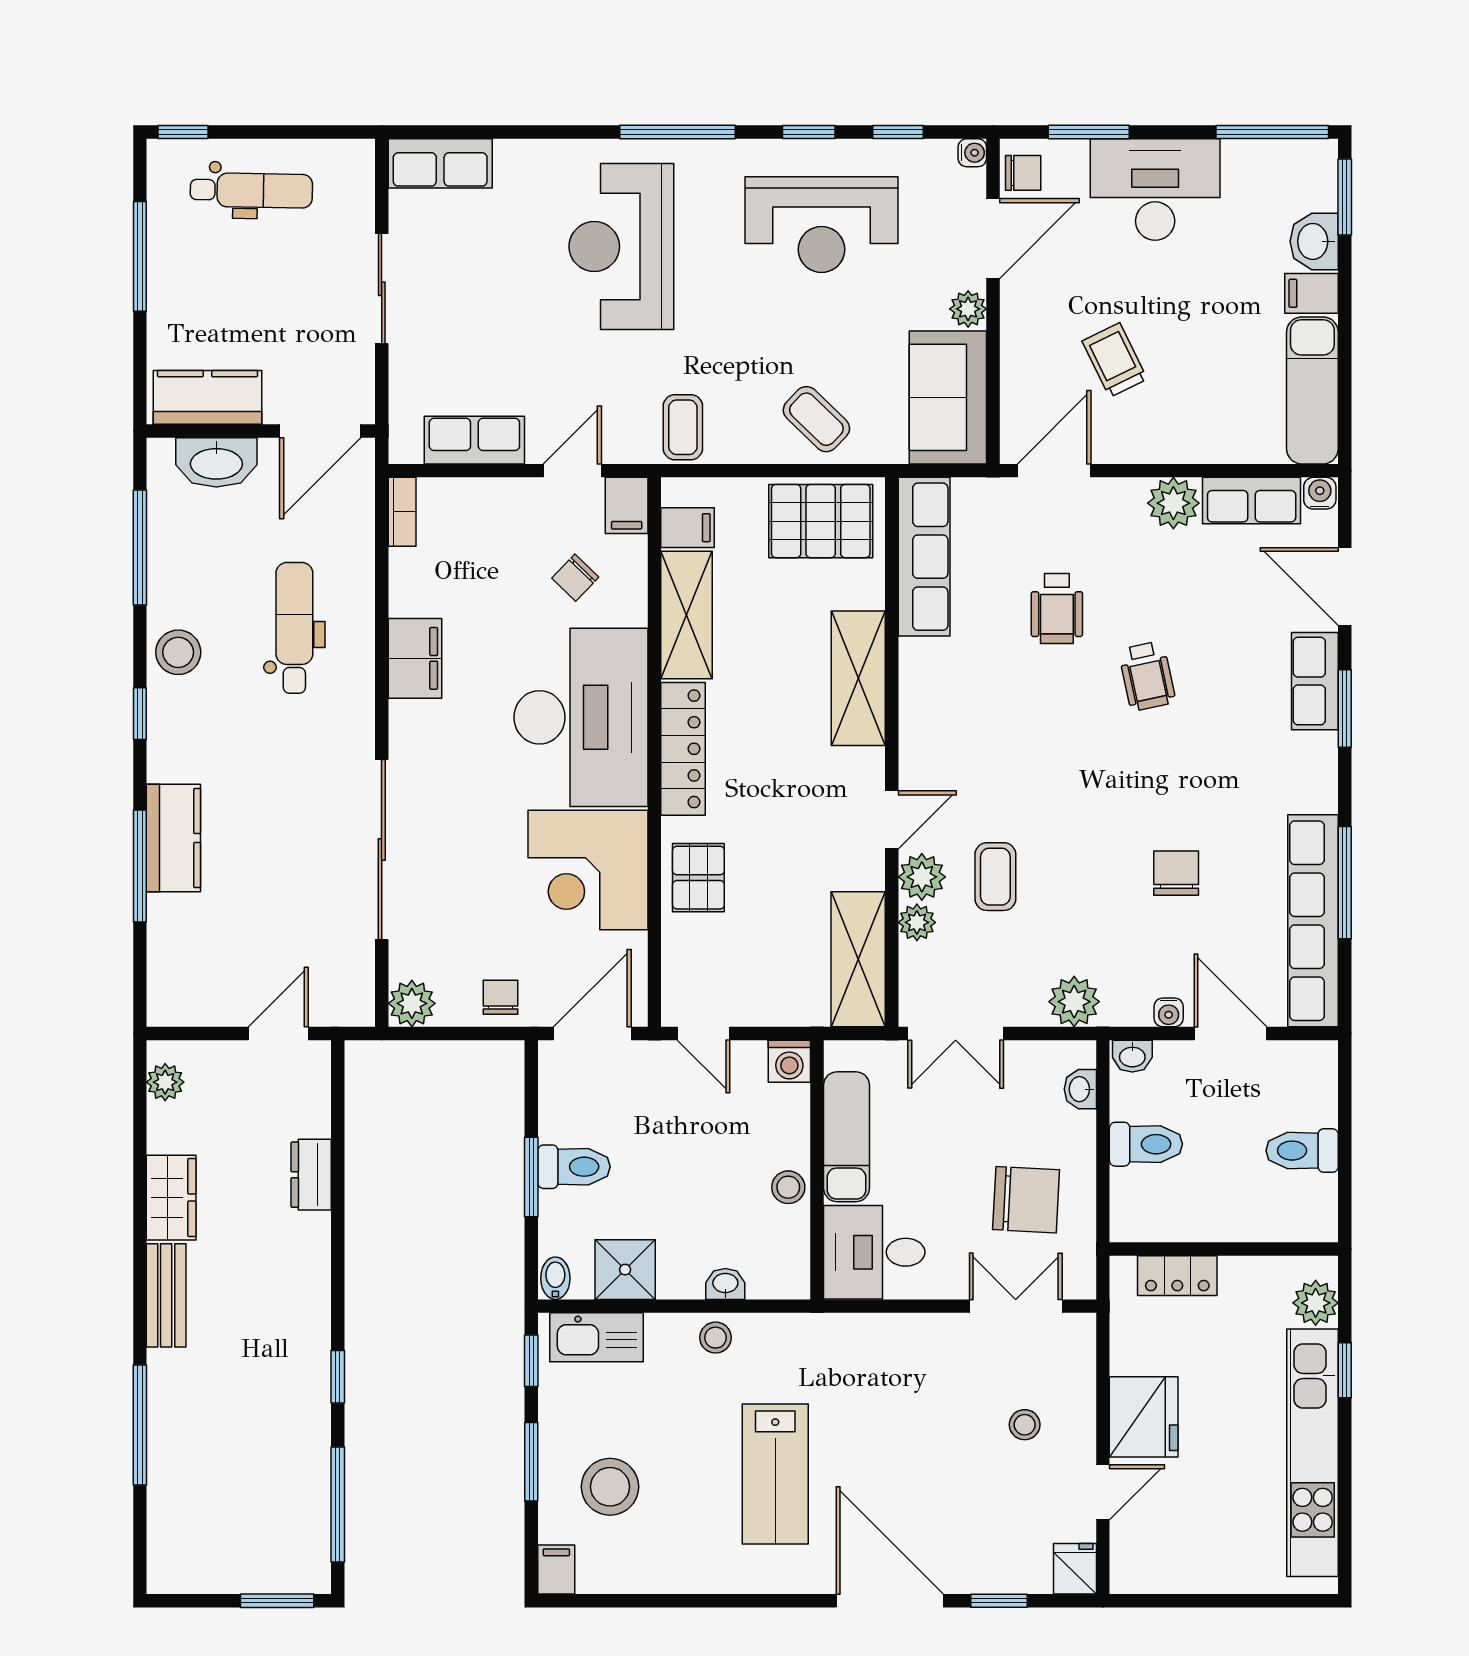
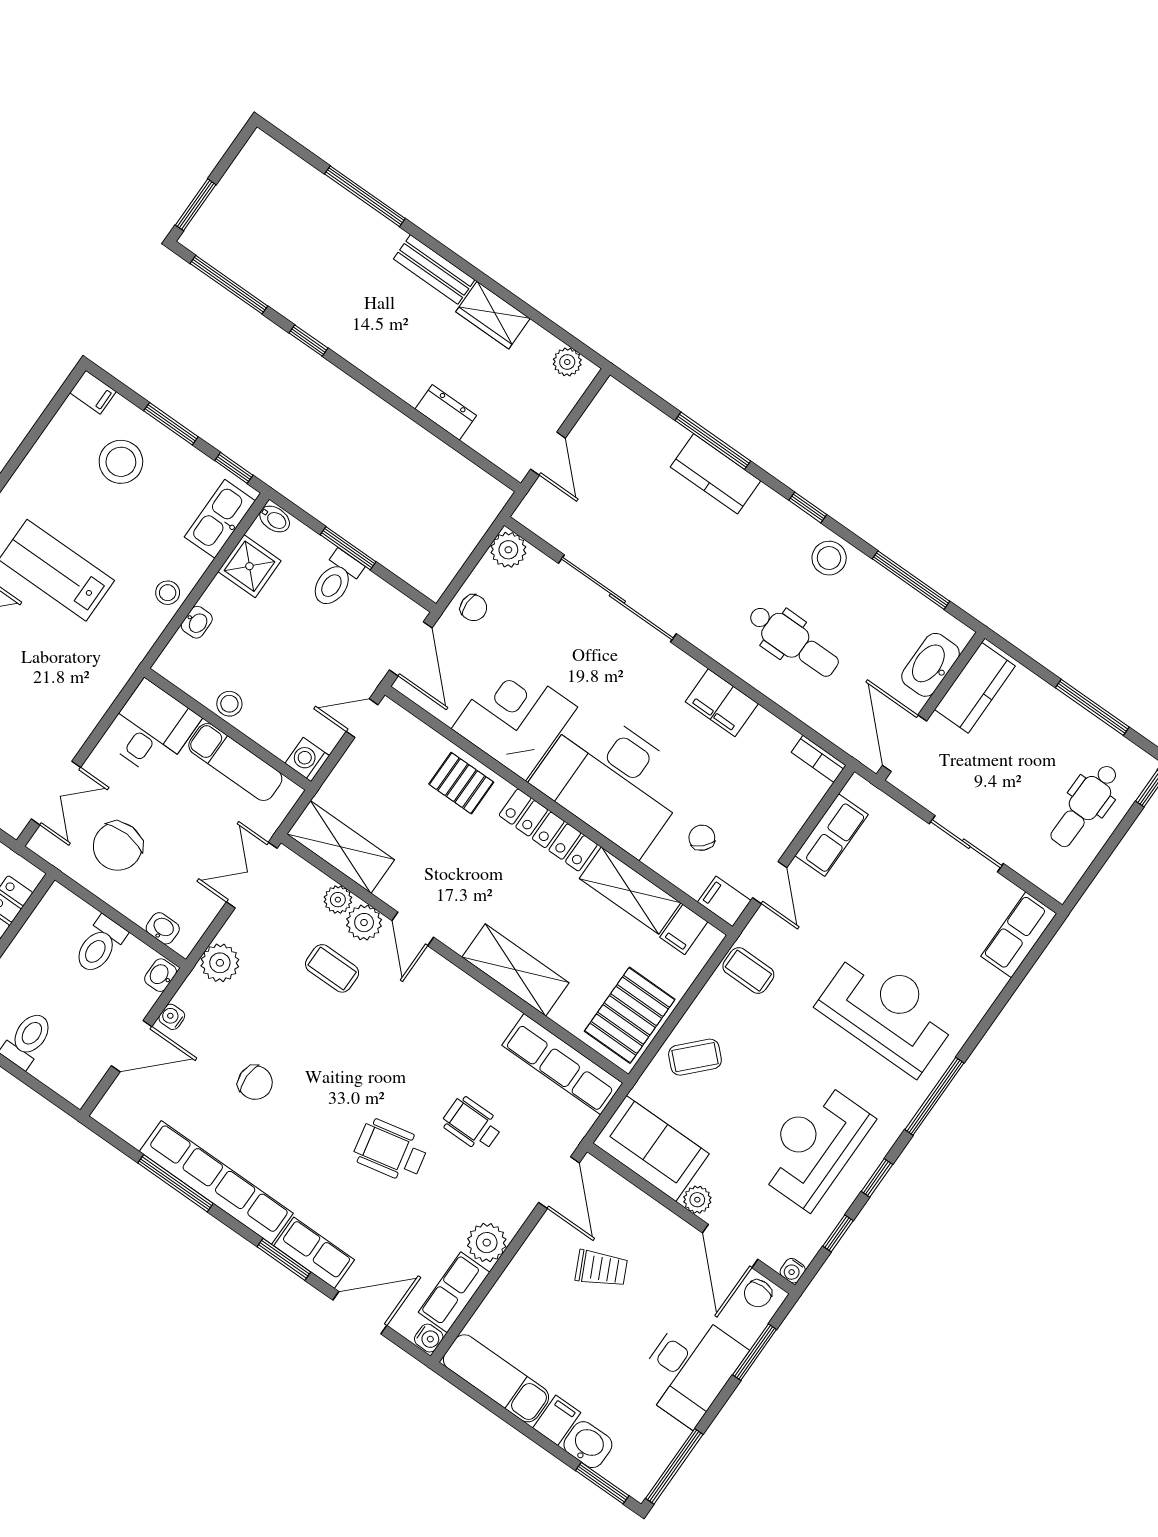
wheelchair: (1147, 676) -> (391, 1151), width x1.36, depth x1.37
row of seats: (1313, 921) -> (216, 1182), moved

